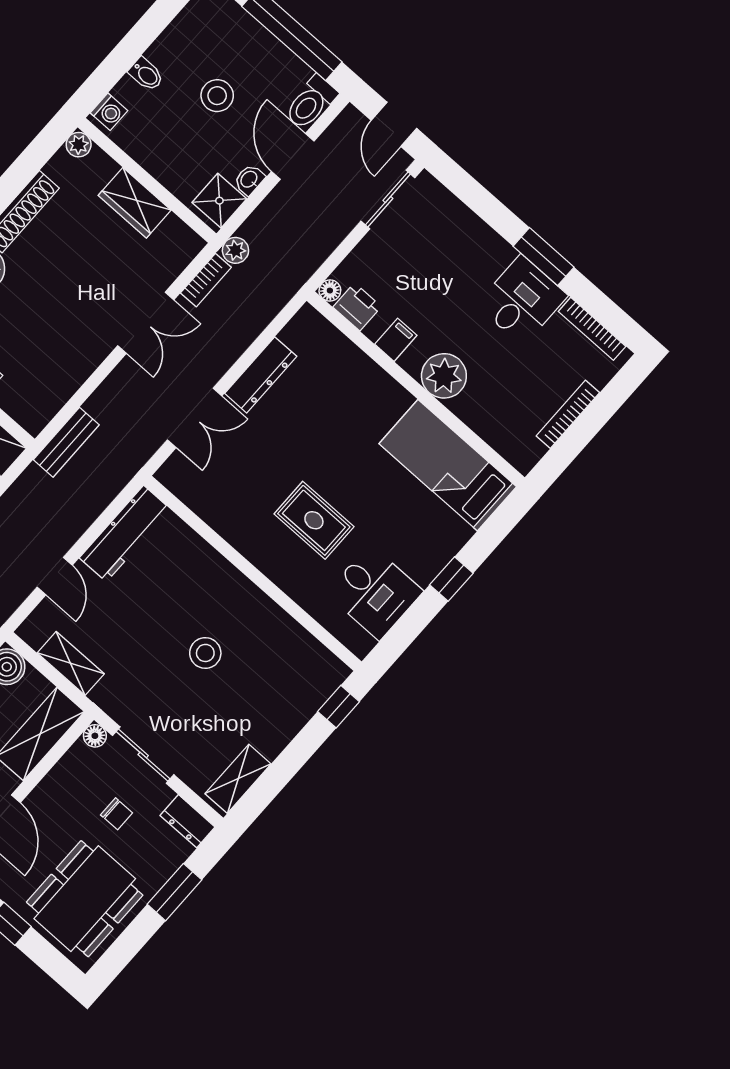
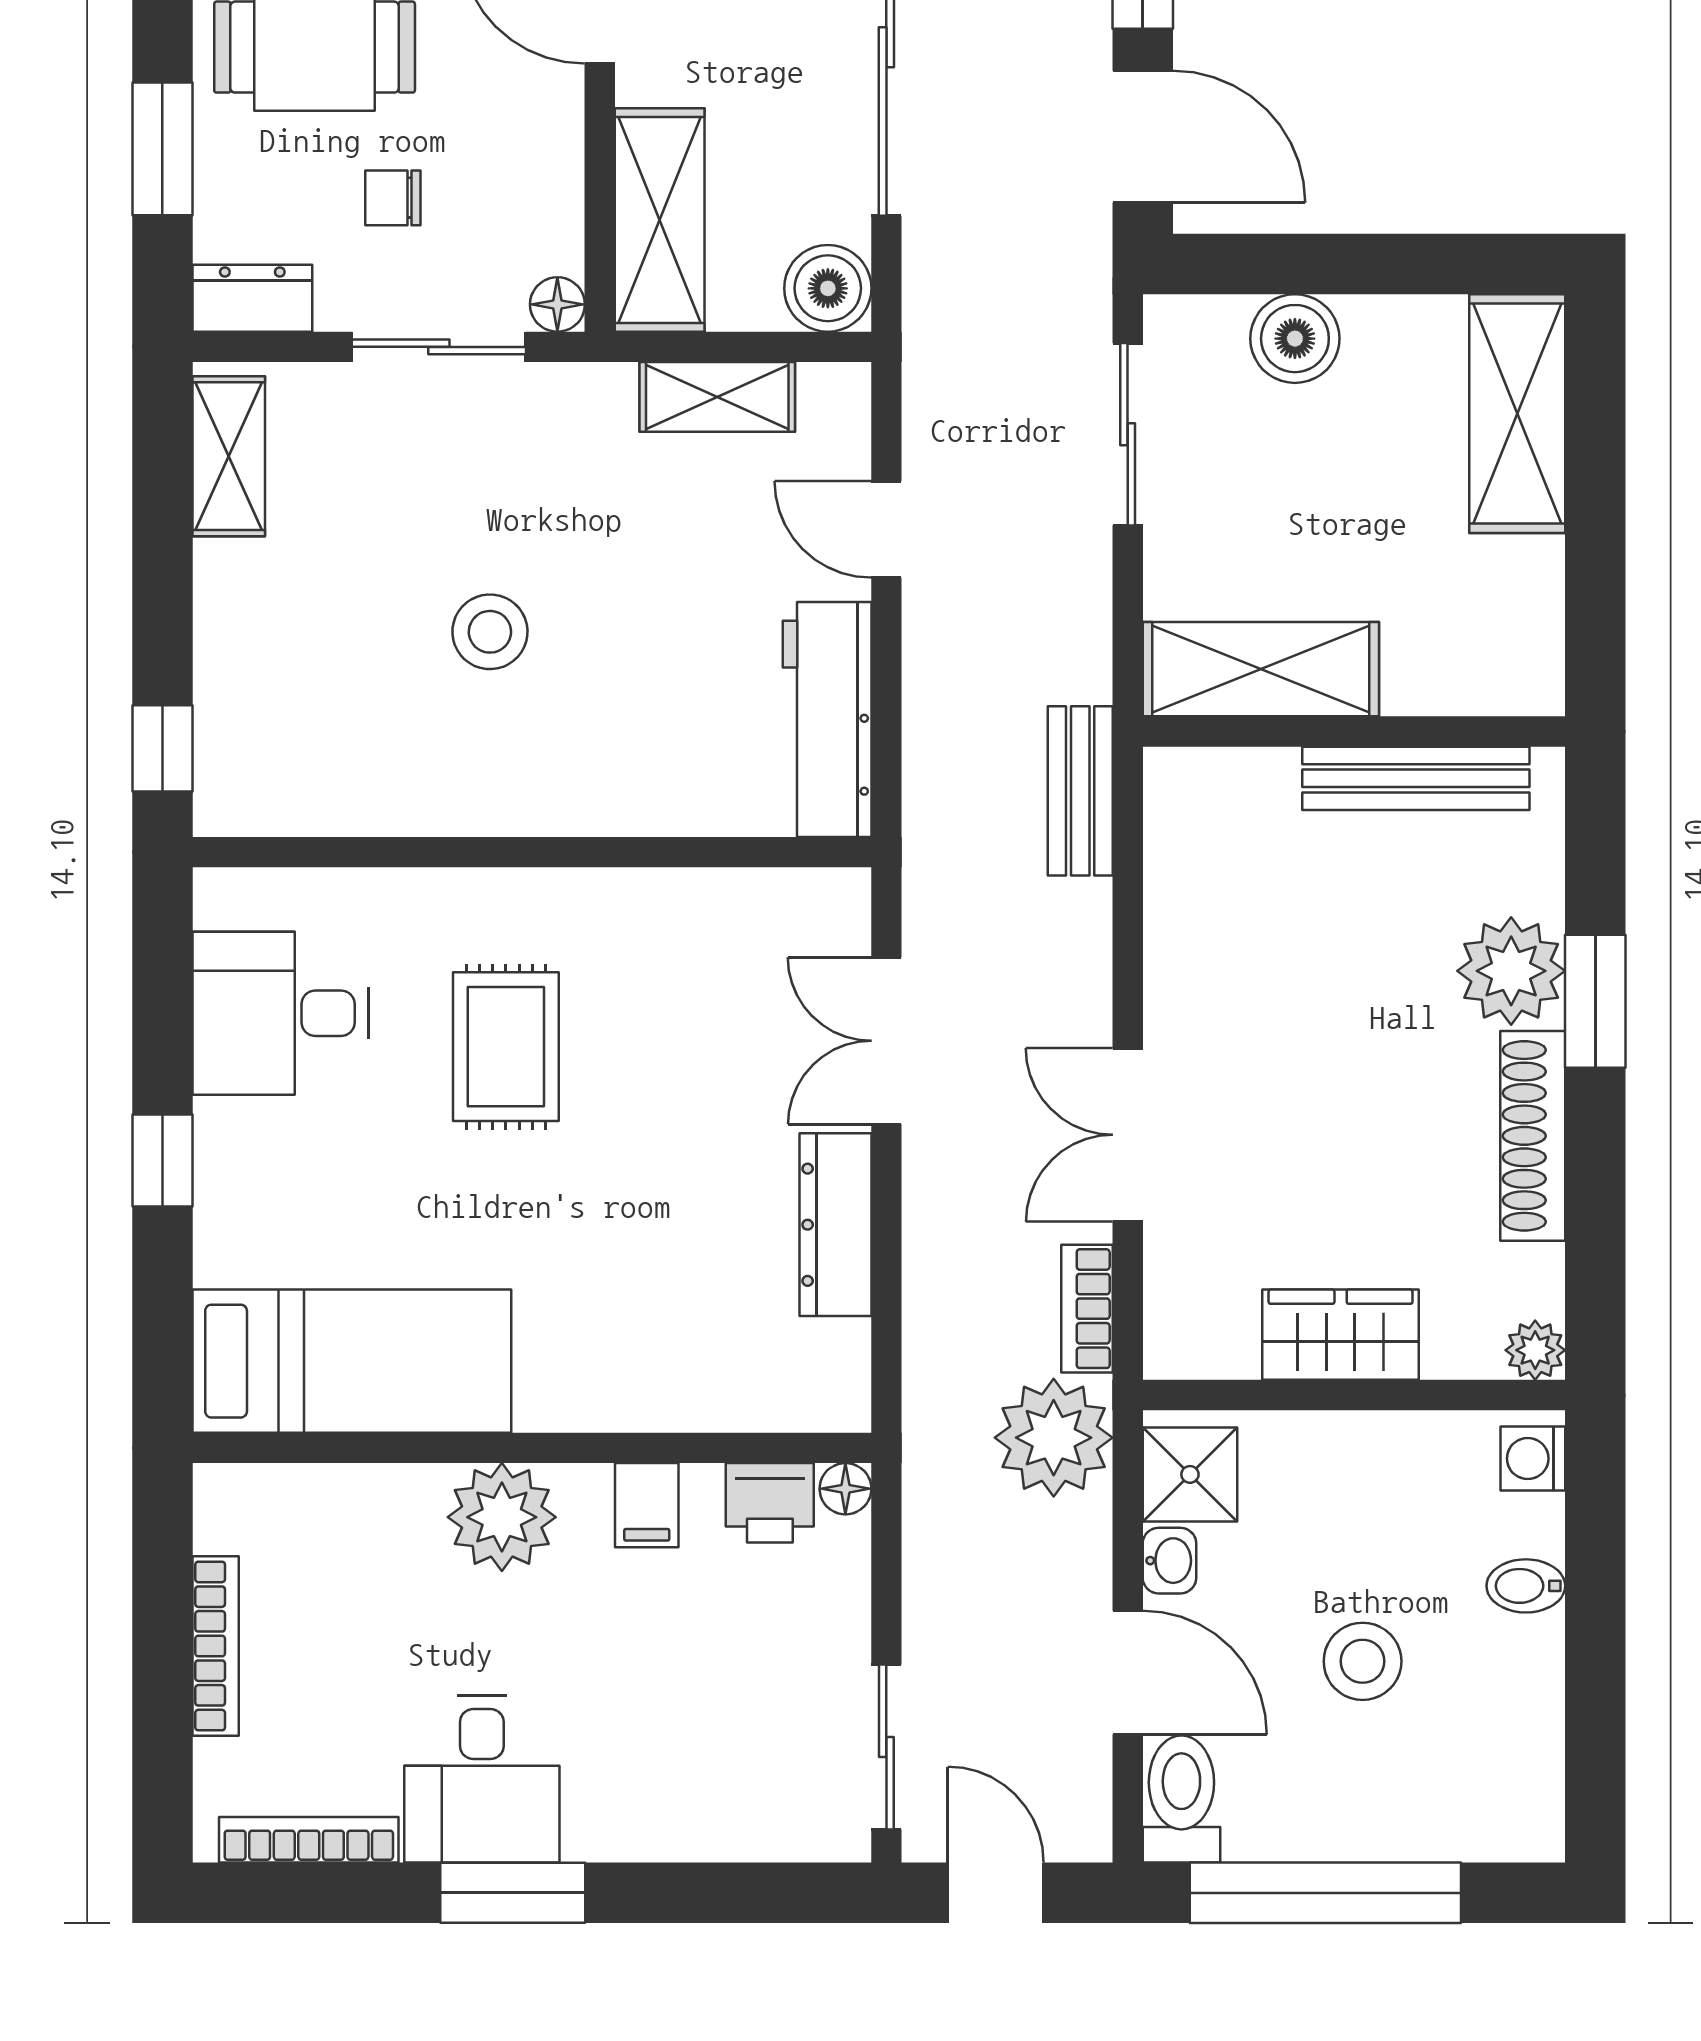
plant: (235, 250) -> (1054, 1438), width x1.88, depth x1.88
rug: (314, 520) -> (506, 1047), turned 90

